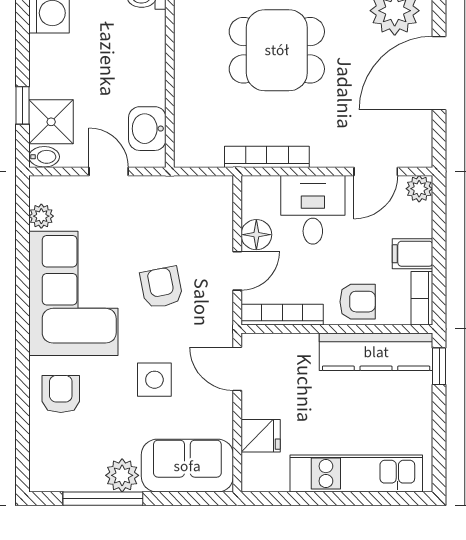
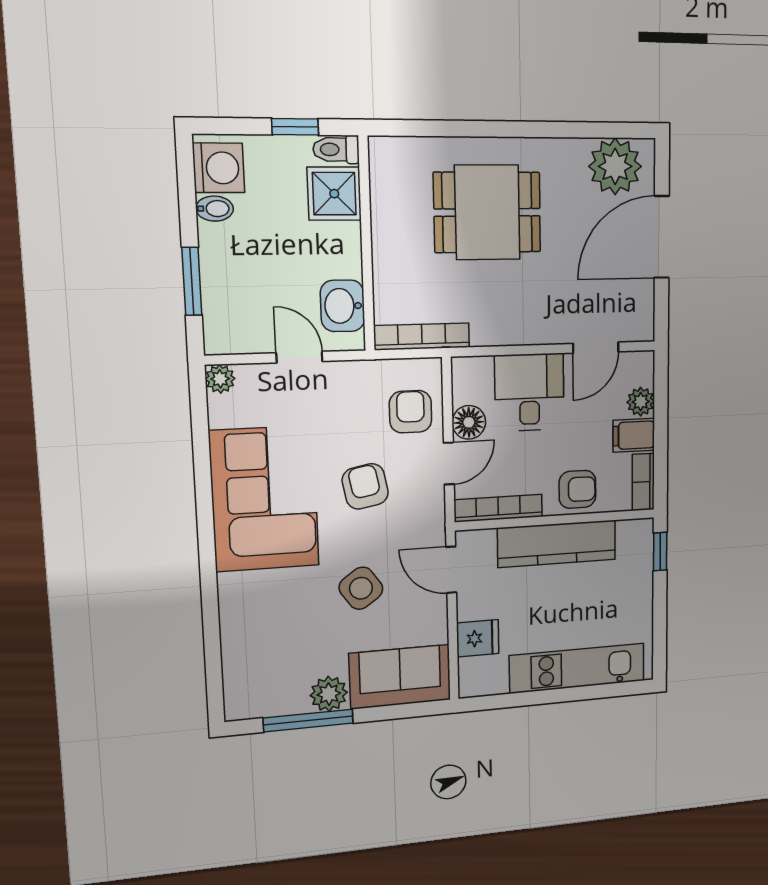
window: (23, 105) -> (192, 281), width x1.50
shower: (51, 122) -> (334, 194), moved
bidet: (44, 157) -> (215, 209), moved
bookcase: (267, 157) -> (422, 337), moved
plant: (419, 189) -> (641, 402), moved
plant: (41, 216) -> (220, 379), moved
kitchen counter: (376, 352) -> (557, 544), moved
side table: (154, 380) -> (361, 588), turned -35
armchair: (61, 394) -> (411, 412), moved

